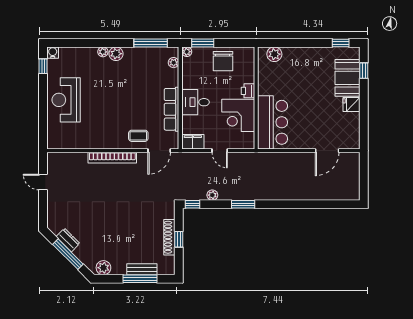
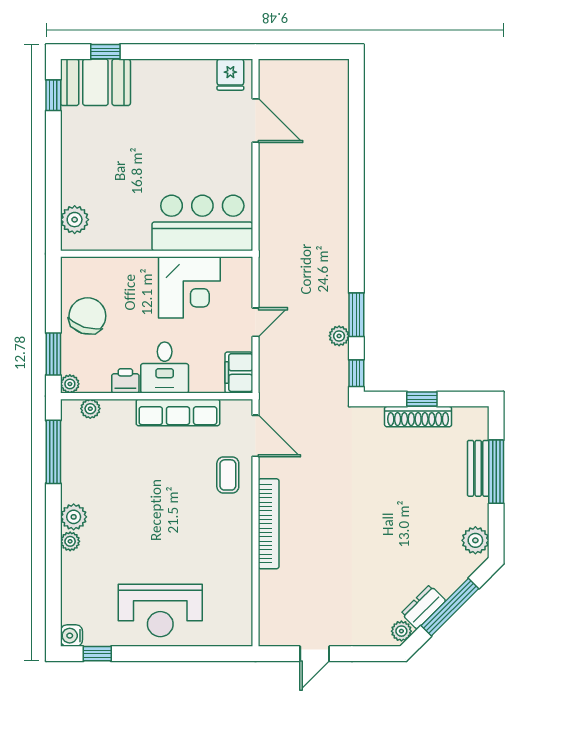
chair: (223, 61) -> (87, 316), turned -72
booth: (347, 78) -> (95, 82), moved
printer: (248, 91) -> (125, 381), moved, turned 180
fridge: (352, 105) -> (230, 75), moved
window: (243, 204) -> (356, 315), moved
plant: (55, 228) -> (401, 631), added

